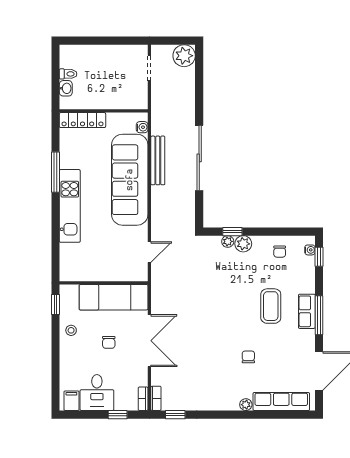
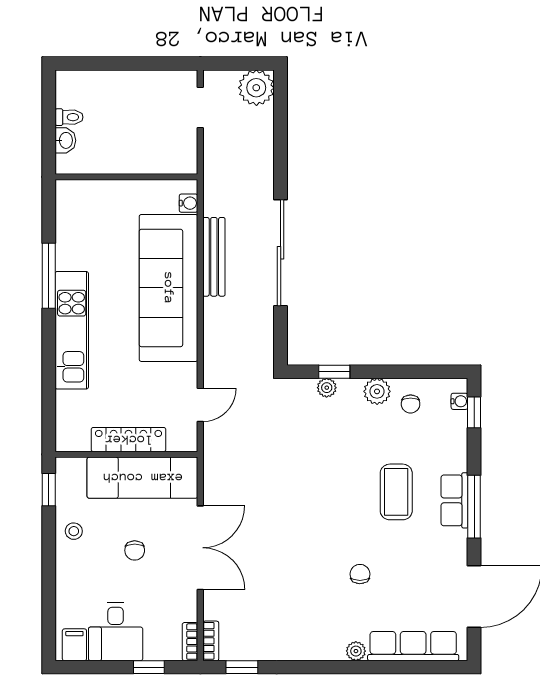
locker: (82, 120) -> (128, 440), moved, turned 180
plant: (243, 244) -> (377, 391), moved

